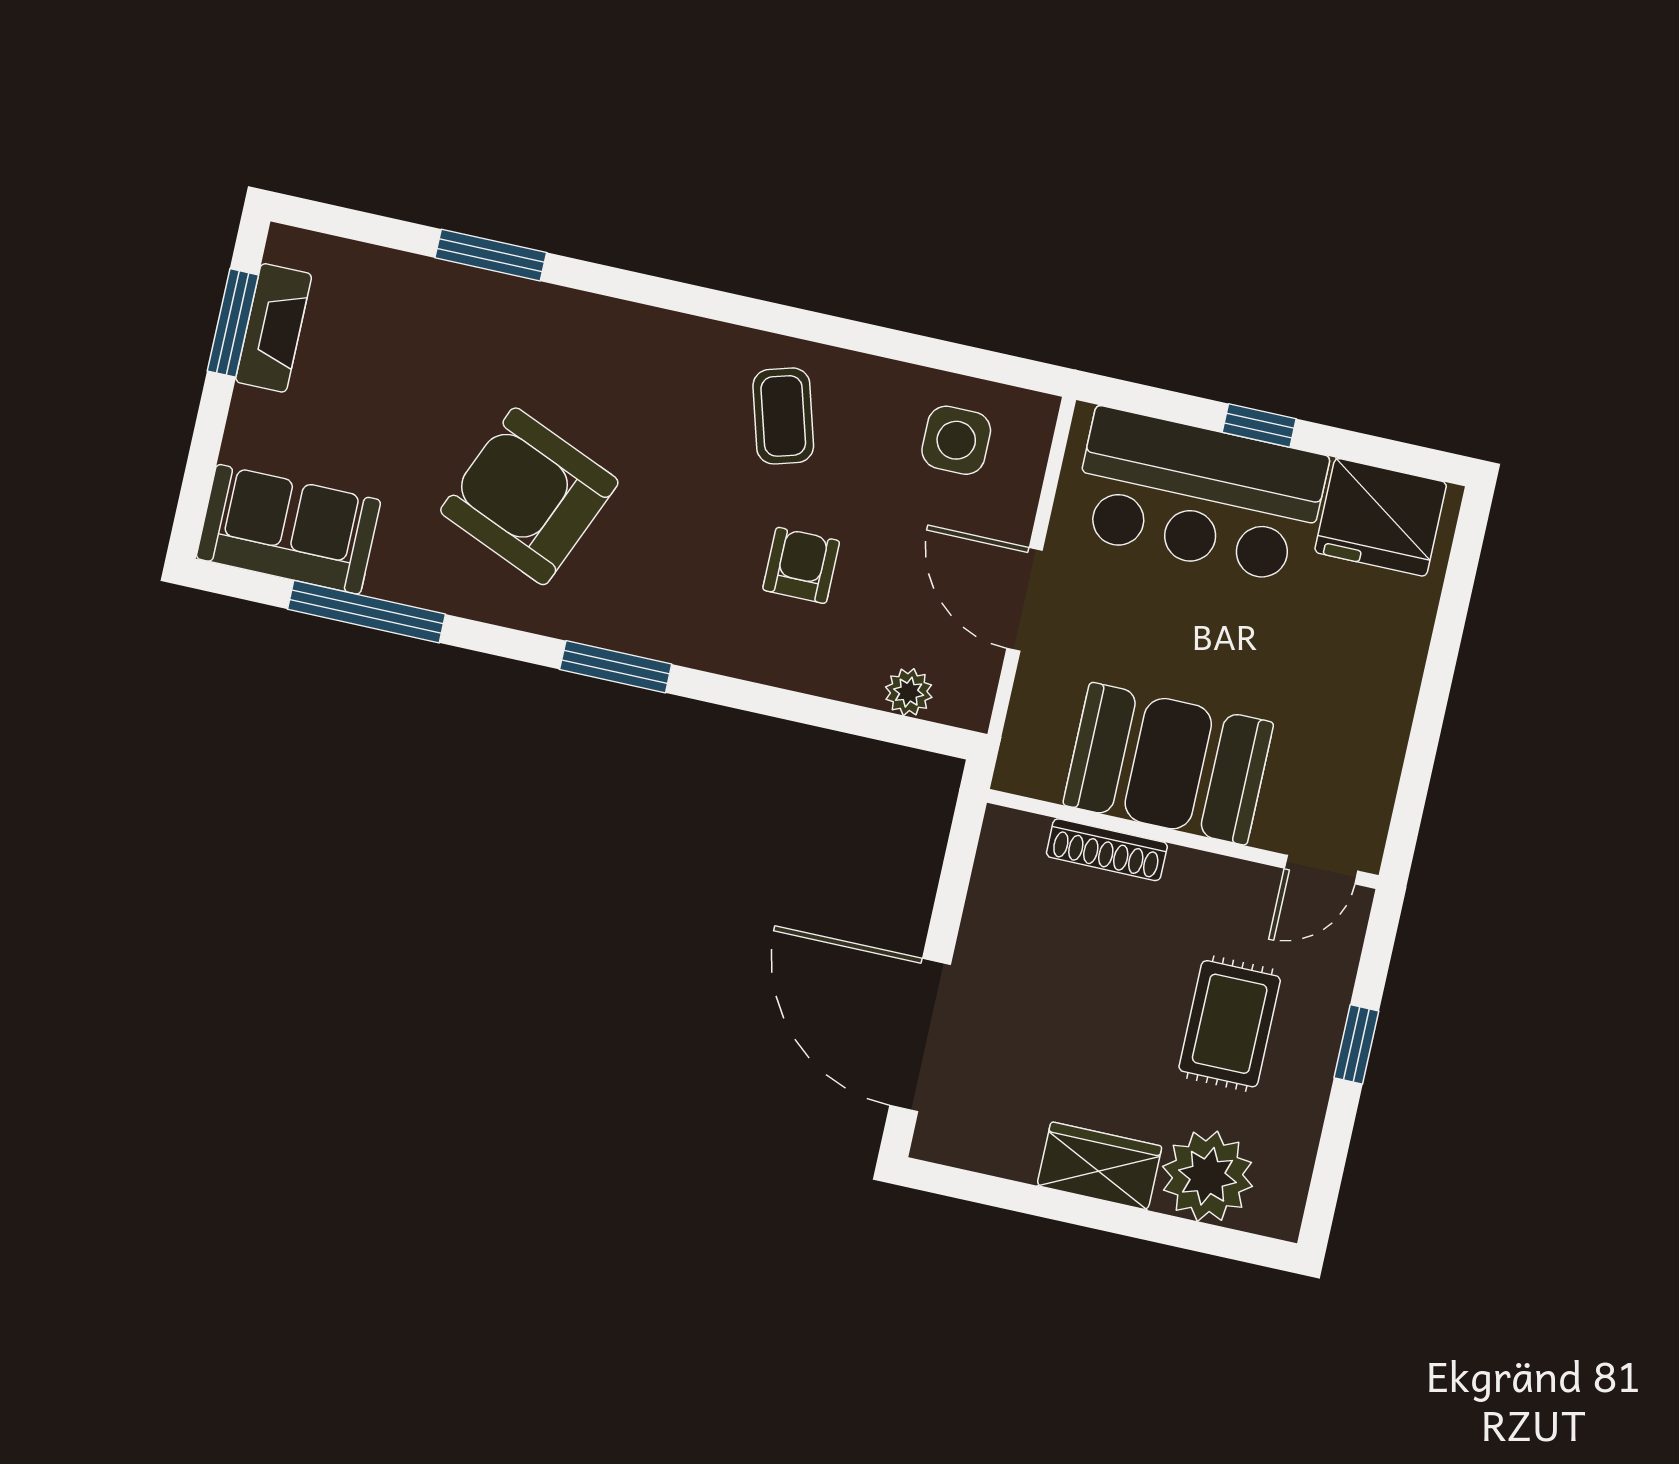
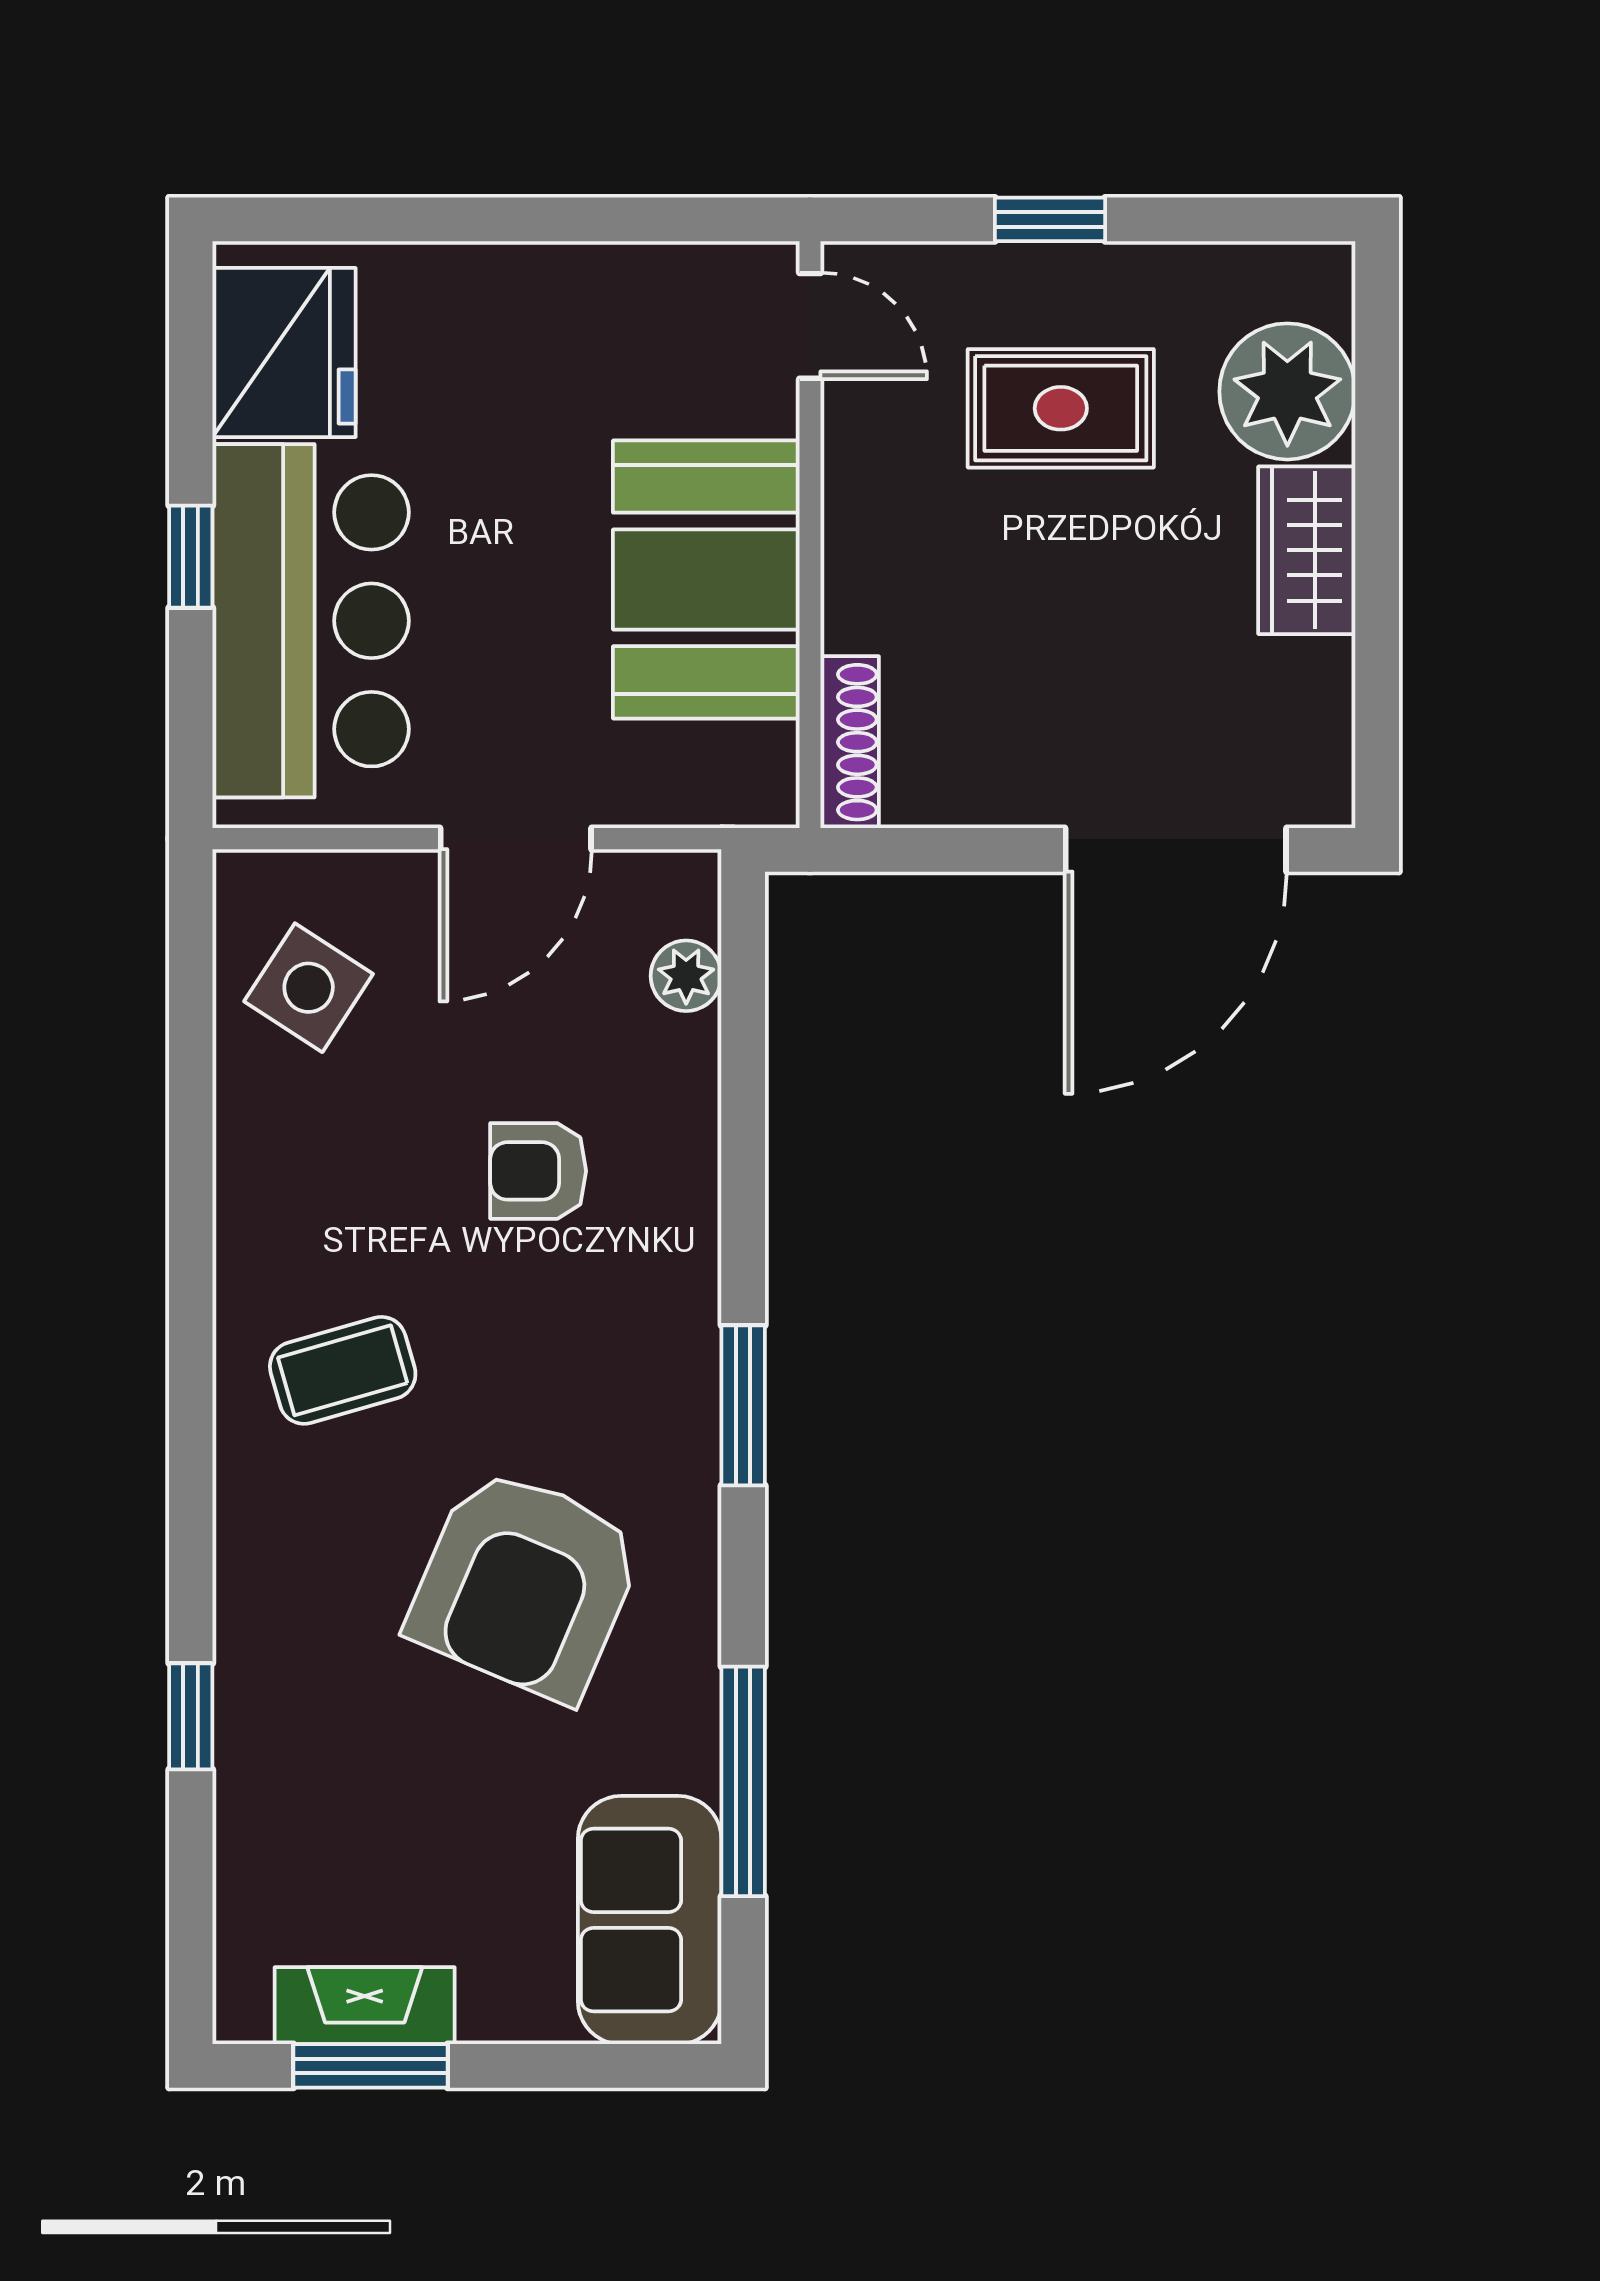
window: (491, 255) -> (191, 1716), width x0.67
coffee table: (783, 416) -> (343, 1370), moved
side table: (956, 440) -> (309, 988), turned 33
shoe rack: (1107, 850) -> (850, 742), moved

